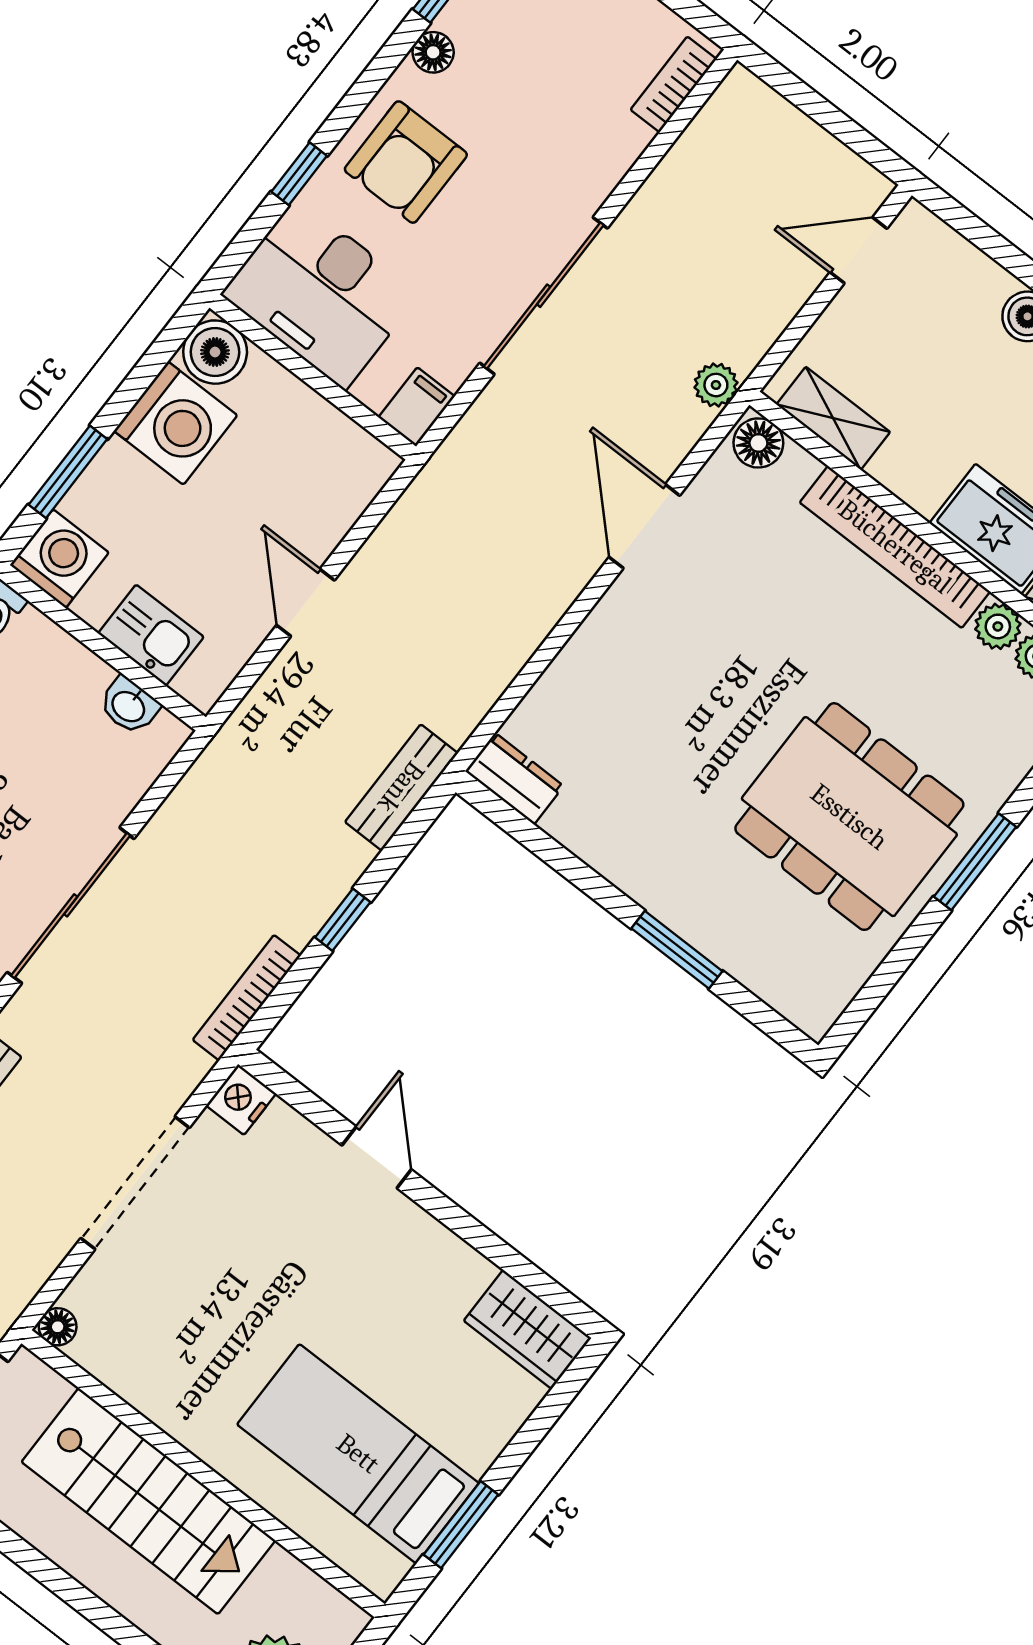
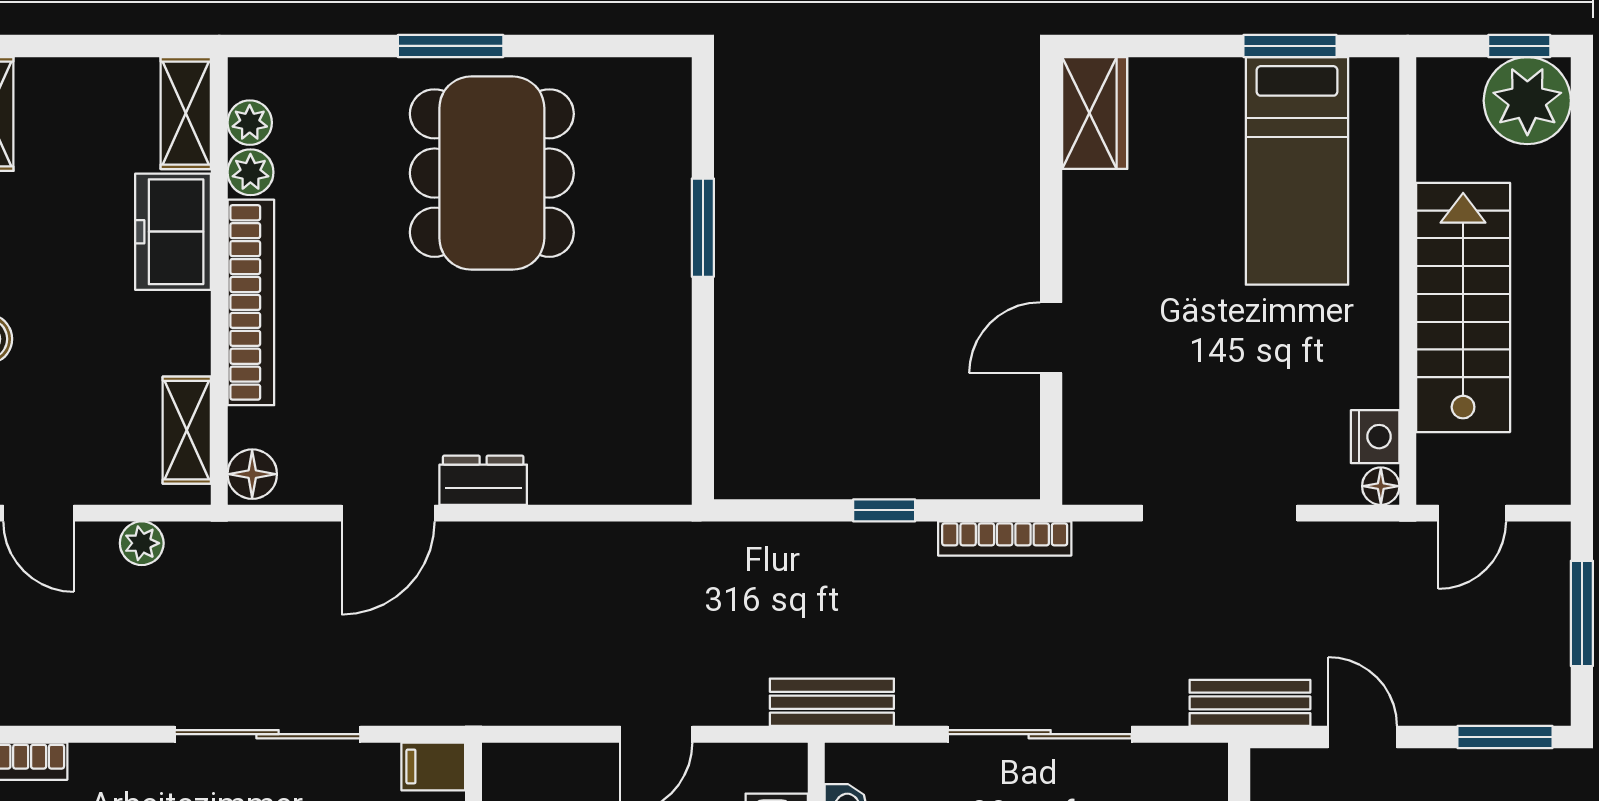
plant: (716, 385) -> (142, 543), moved
dresser: (514, 779) -> (483, 480), moved, turned 90
bench: (401, 787) -> (832, 702), moved
nightstand: (241, 1100) -> (1375, 437), moved, turned -90

